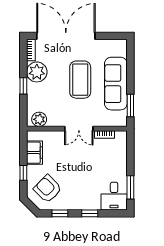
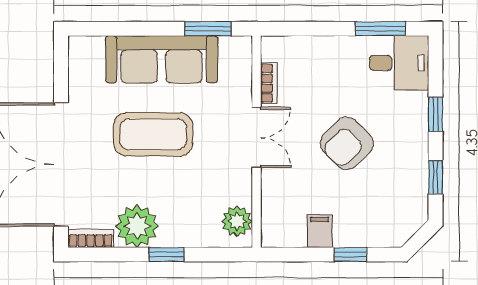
filing cabinet: (34, 153) -> (320, 231), width x0.50
armchair: (48, 189) -> (347, 143), moved

